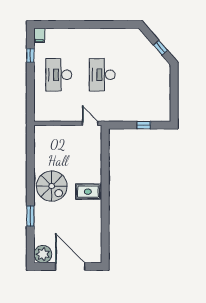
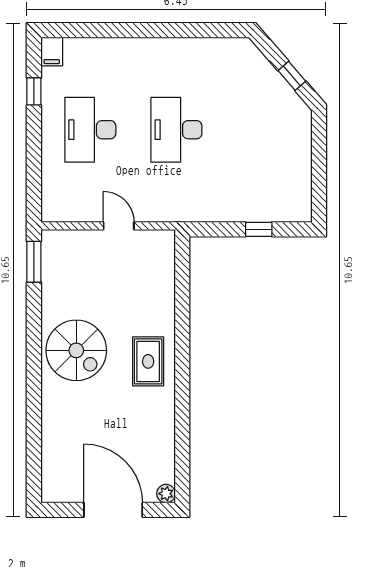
door: (90, 123) -> (119, 226), moved
rug: (88, 192) -> (148, 361), turned 90
window: (30, 216) -> (34, 262), moved
plant: (43, 254) -> (166, 494), moved, width x0.53, depth x0.53

